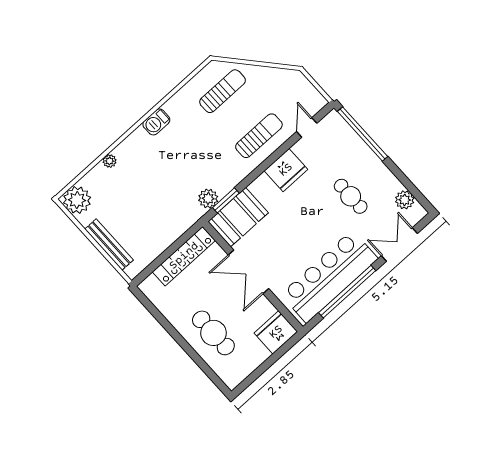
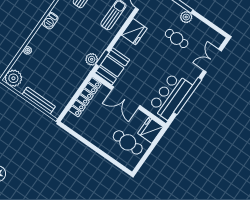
plant: (405, 200) -> (186, 17), moved
bar counter: (329, 276) -> (170, 96), width x0.73
cafe table: (213, 333) -> (128, 142), moved

